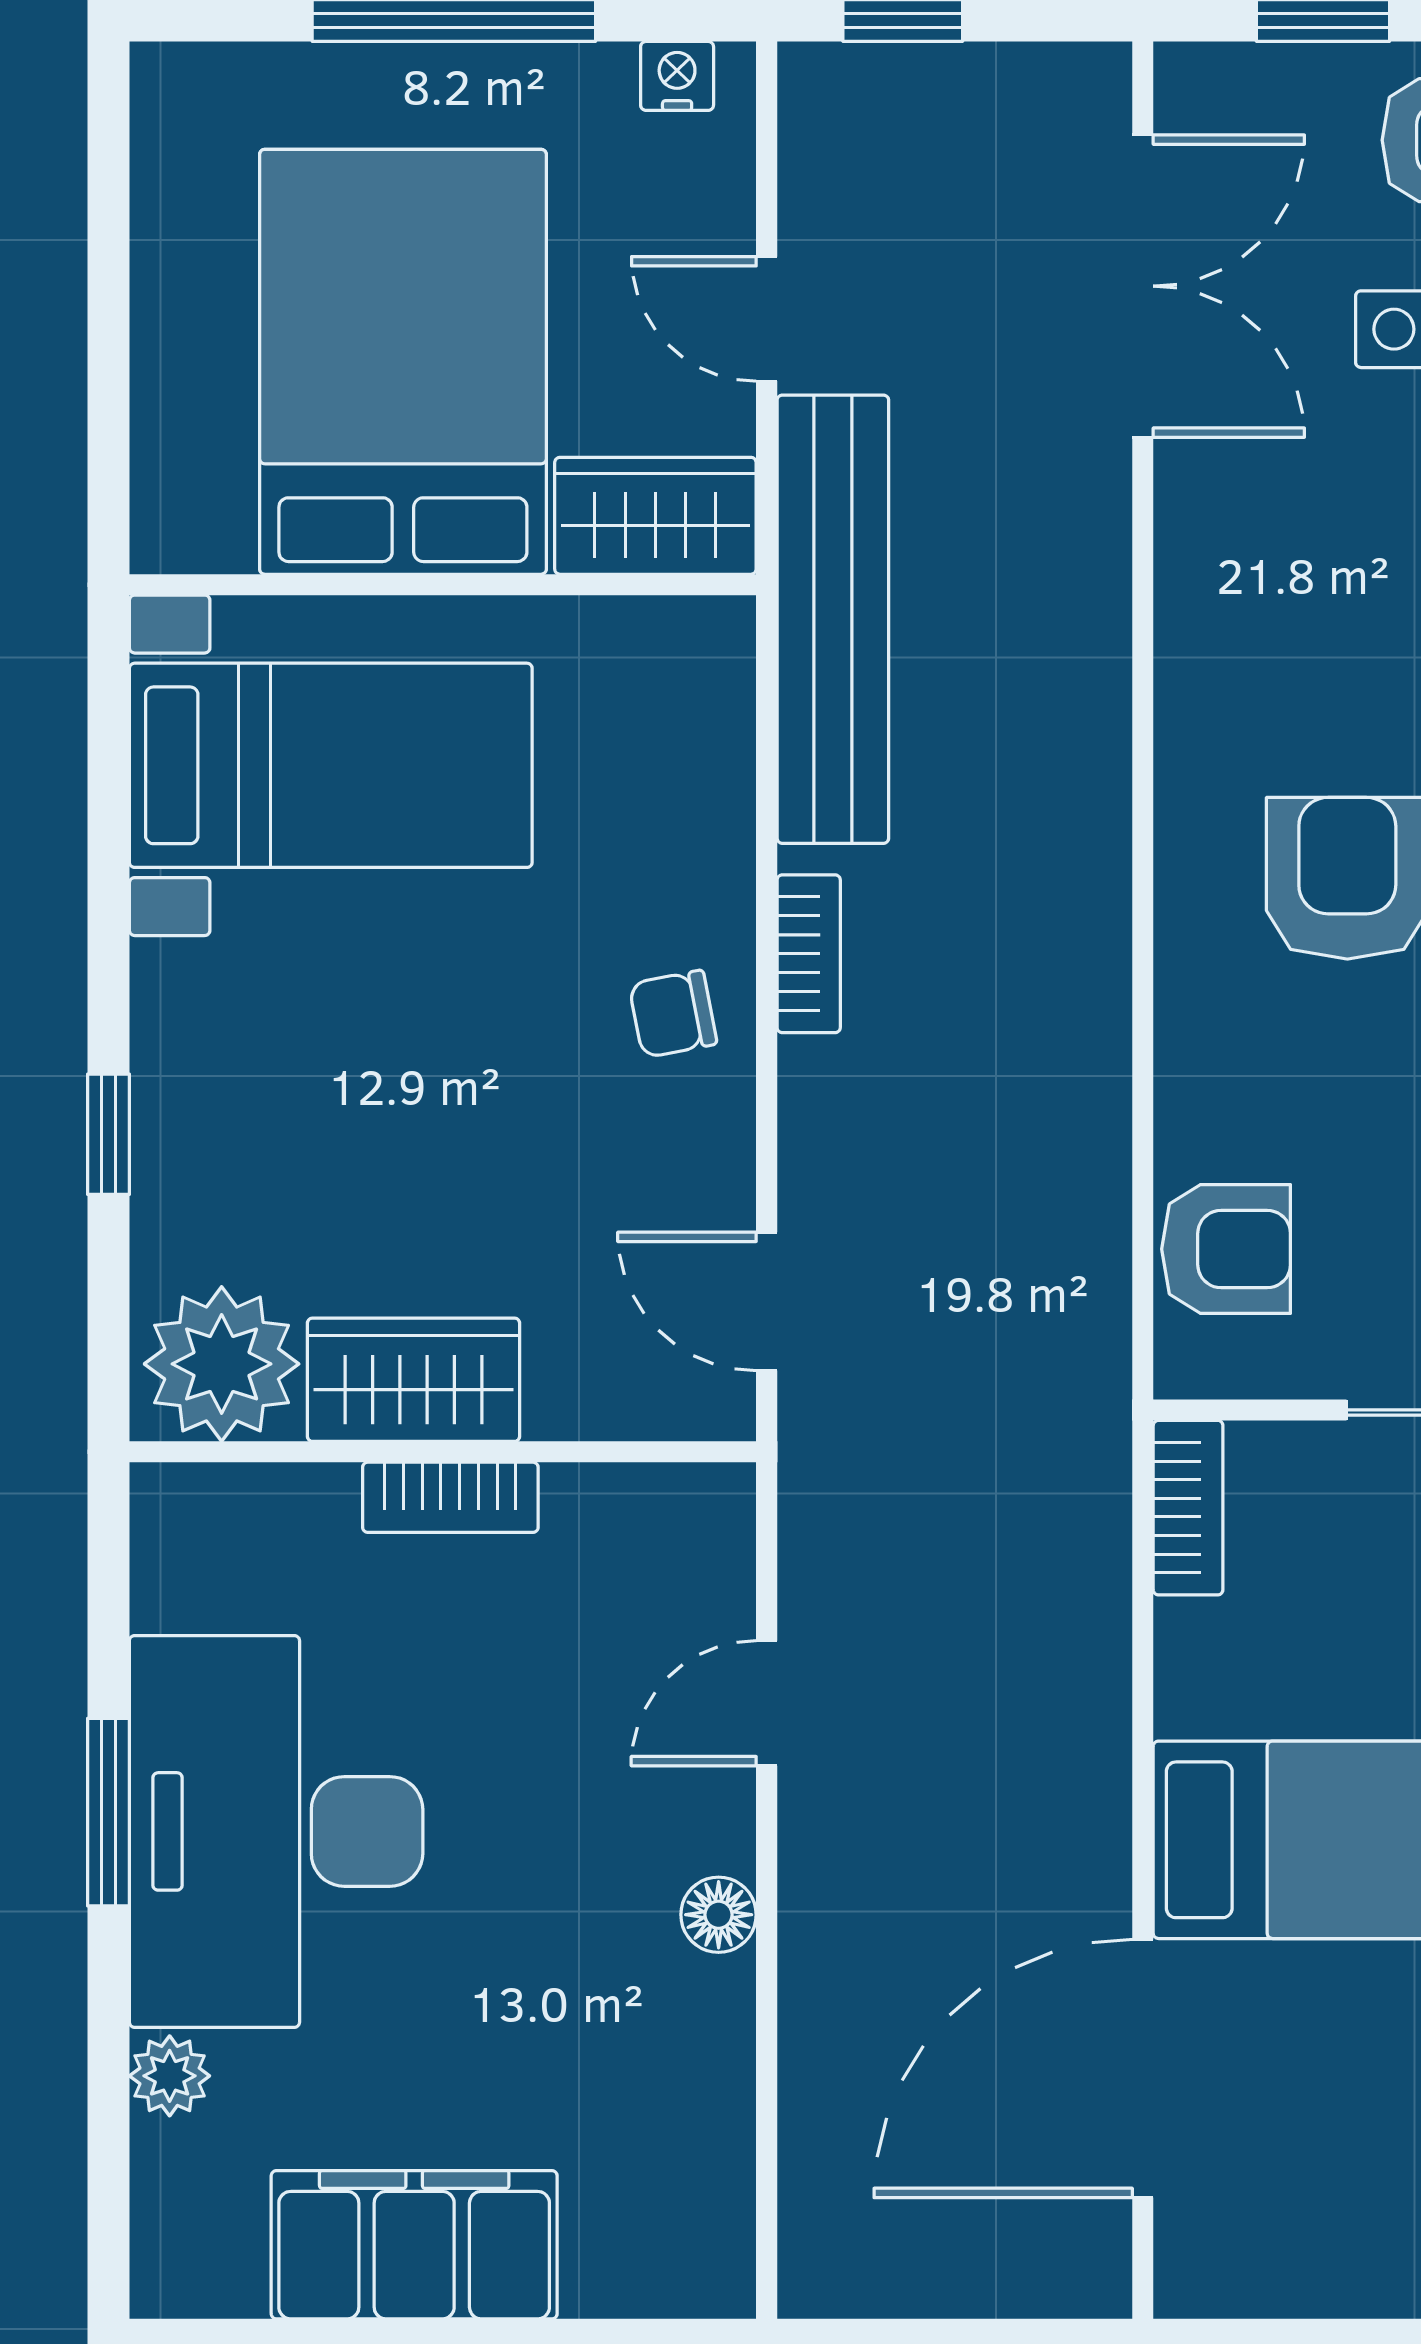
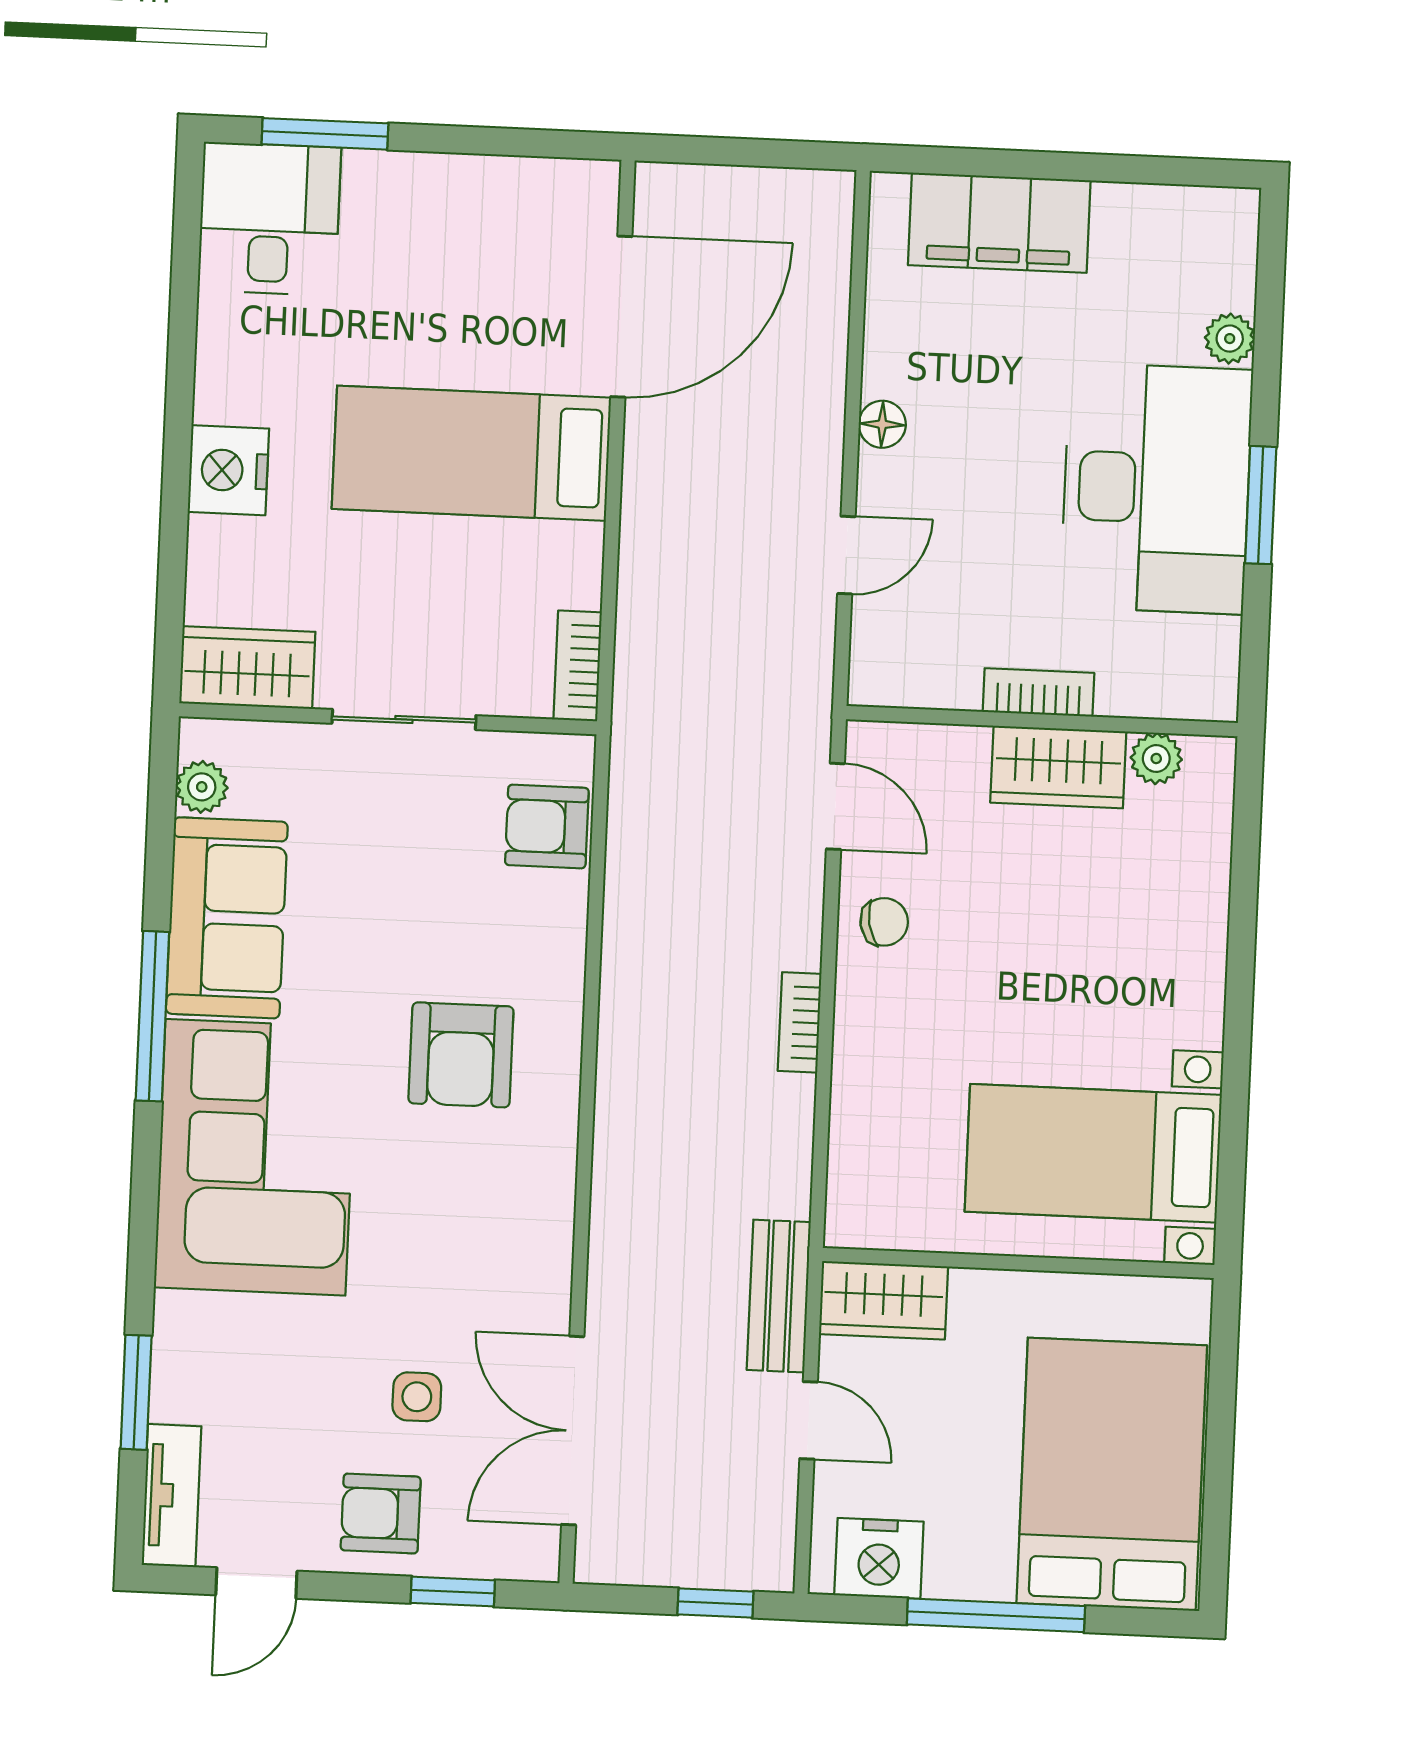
nightstand: (677, 76) -> (879, 1558), width x1.89, depth x1.79
bed: (403, 362) -> (1112, 1474), moved, turned 180
bench: (833, 619) -> (779, 1296), width x0.54, depth x0.82
chair: (673, 1014) -> (884, 922), moved
window: (109, 1134) -> (1242, 929), removed
plant: (222, 1364) -> (1156, 759), width x0.53, depth x0.53
filing cabinet: (414, 2245) -> (999, 223), moved

